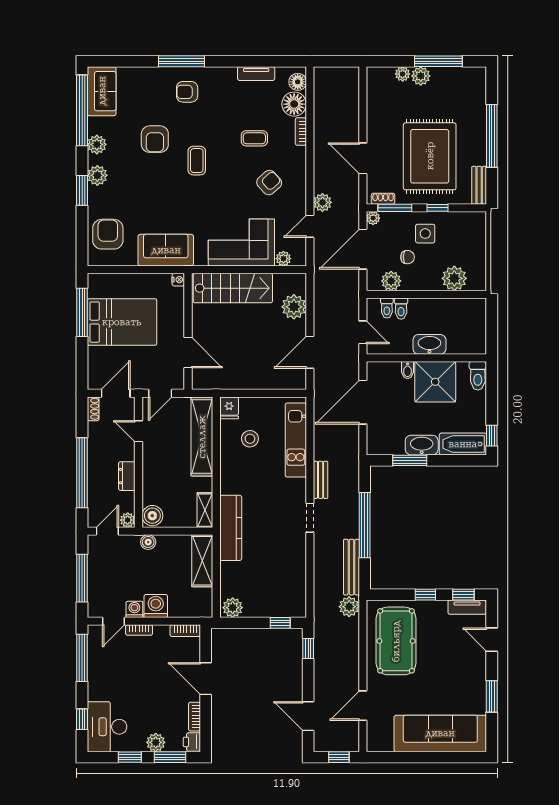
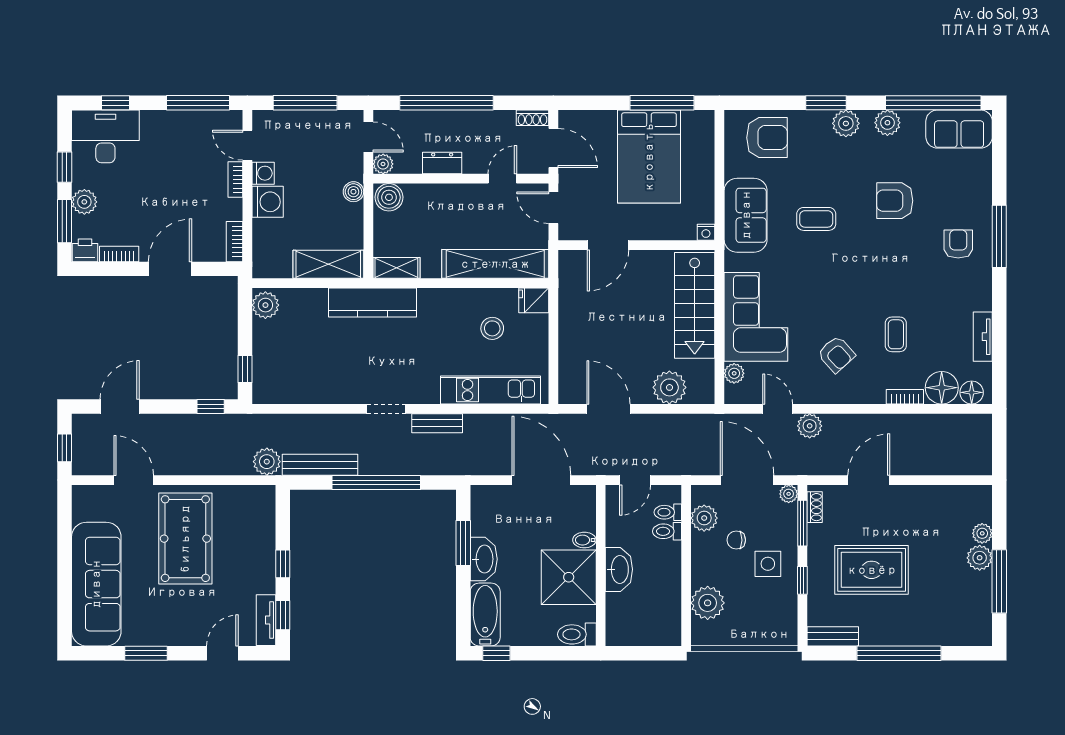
rug: (430, 156) -> (872, 570), width x0.73, depth x0.69
coffee table: (197, 161) -> (816, 219), moved
chair: (408, 257) -> (736, 540), turned 90
pool table: (396, 641) -> (185, 539), moved, turned 90

